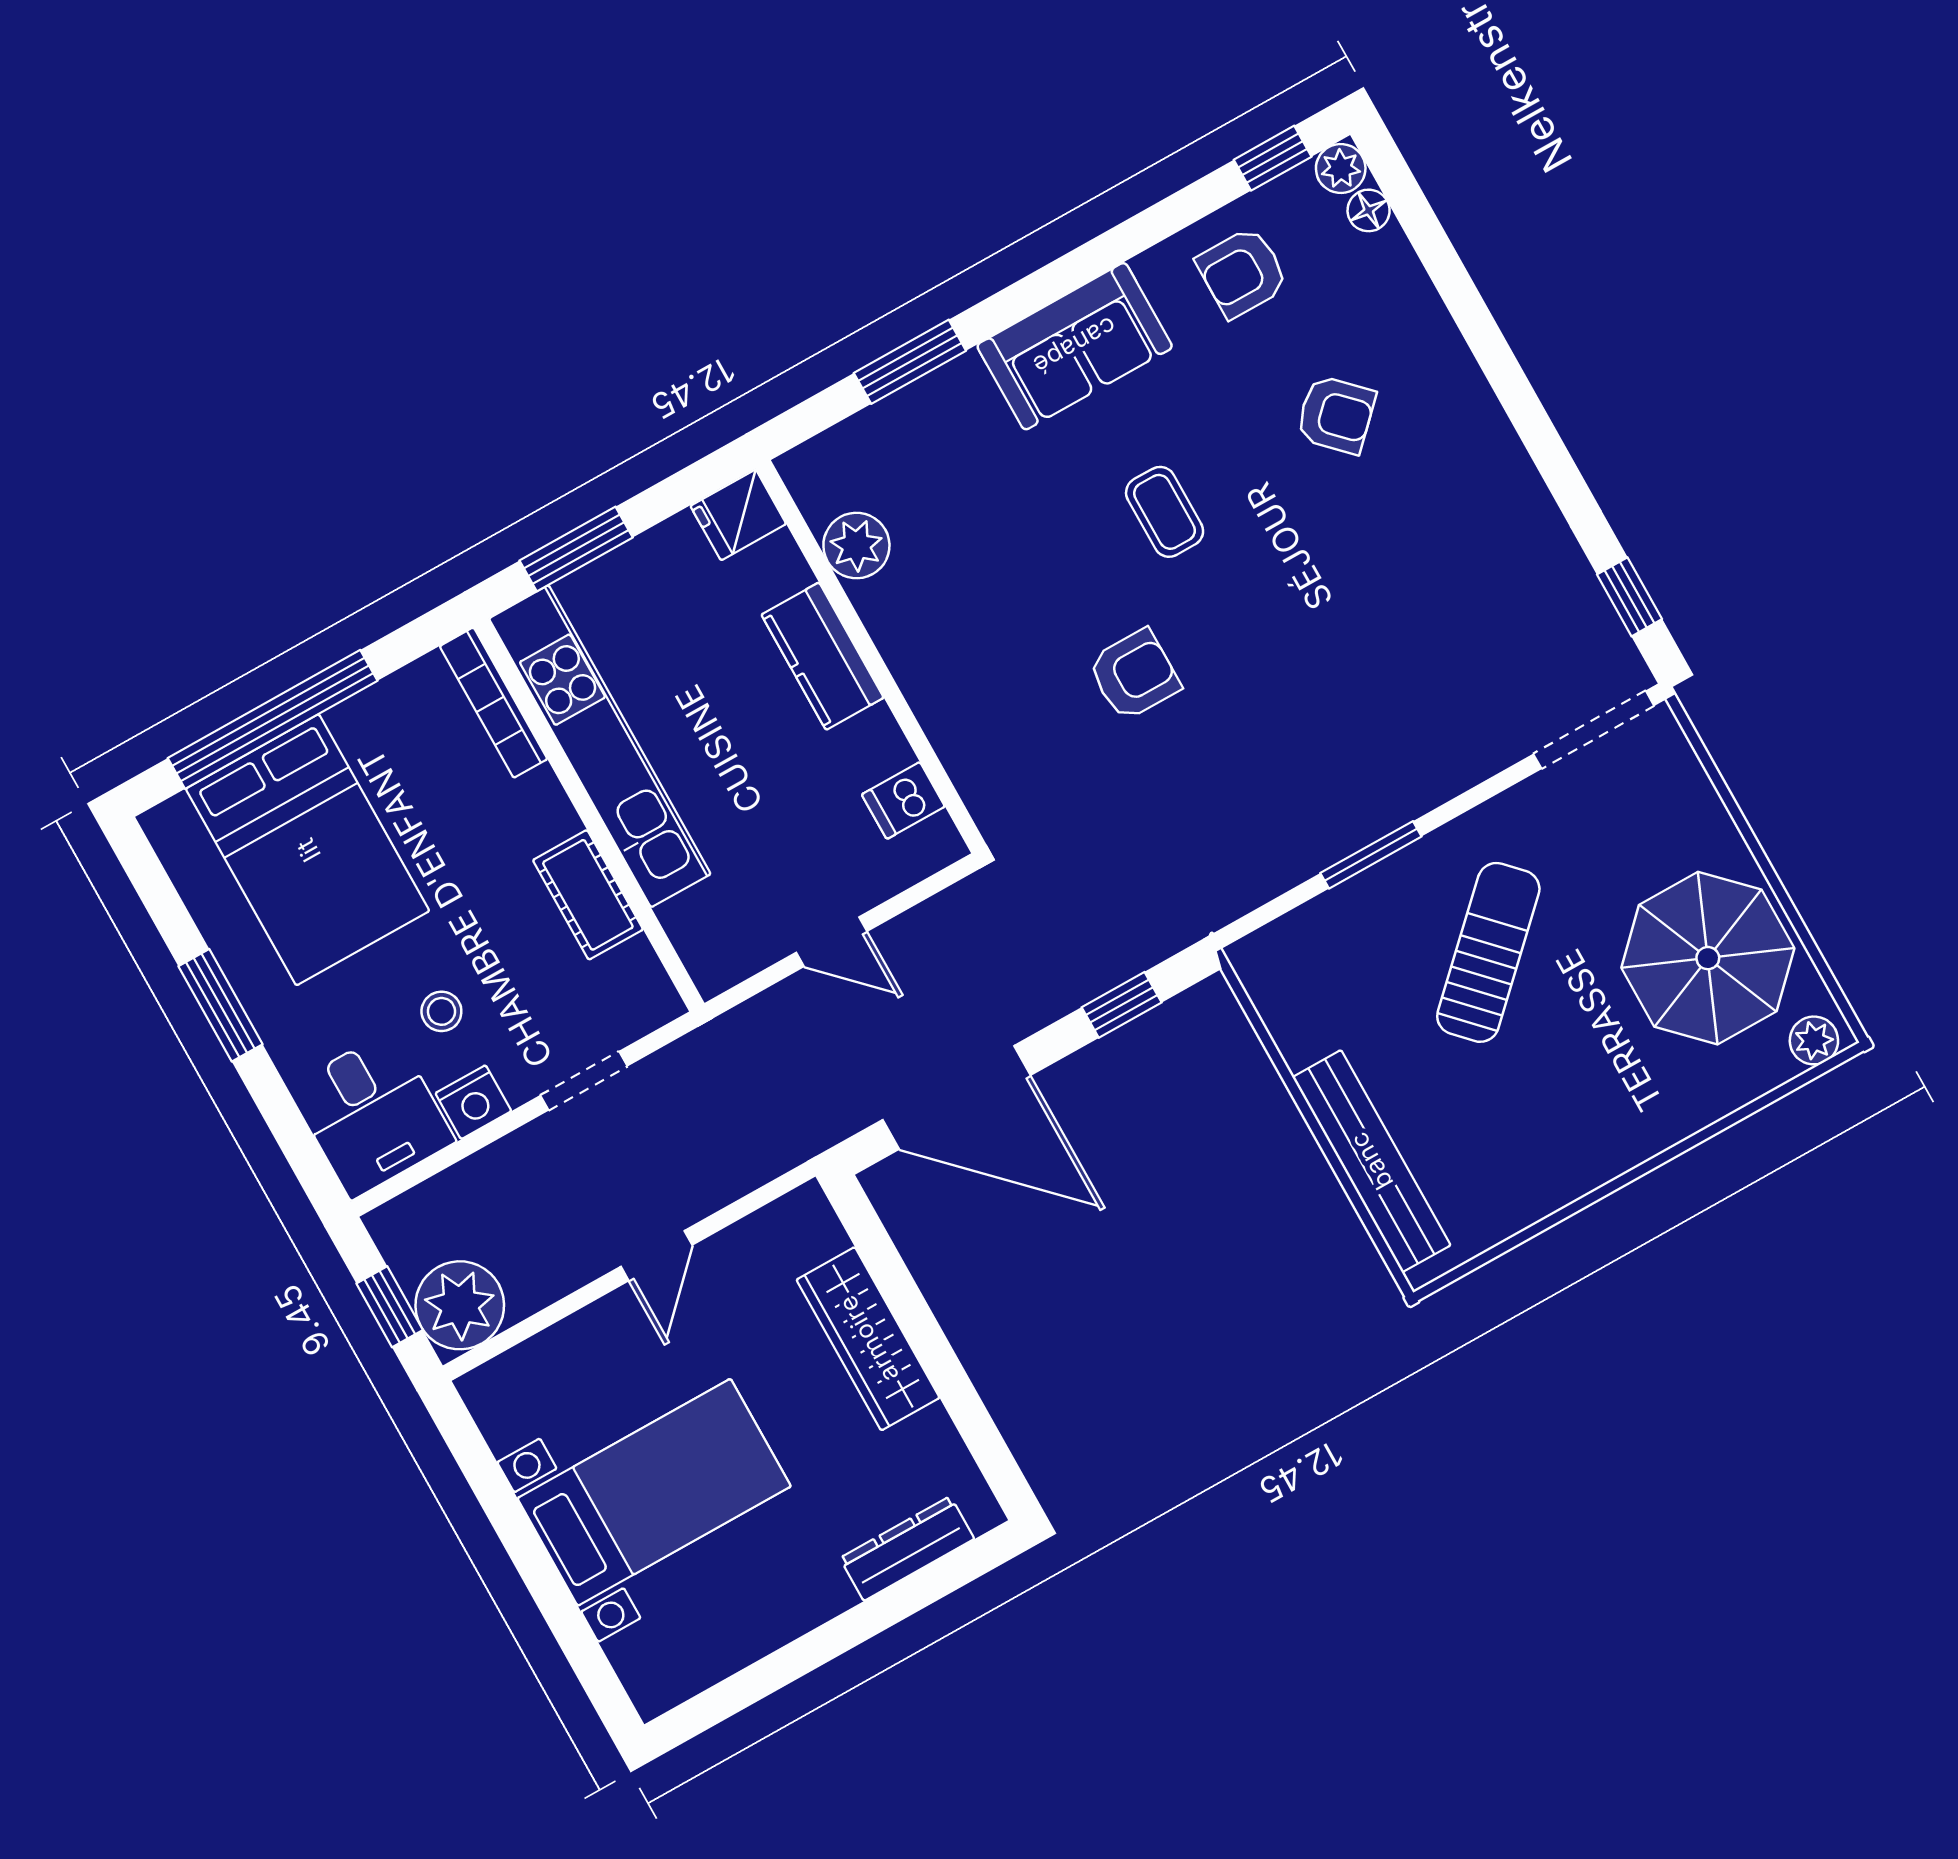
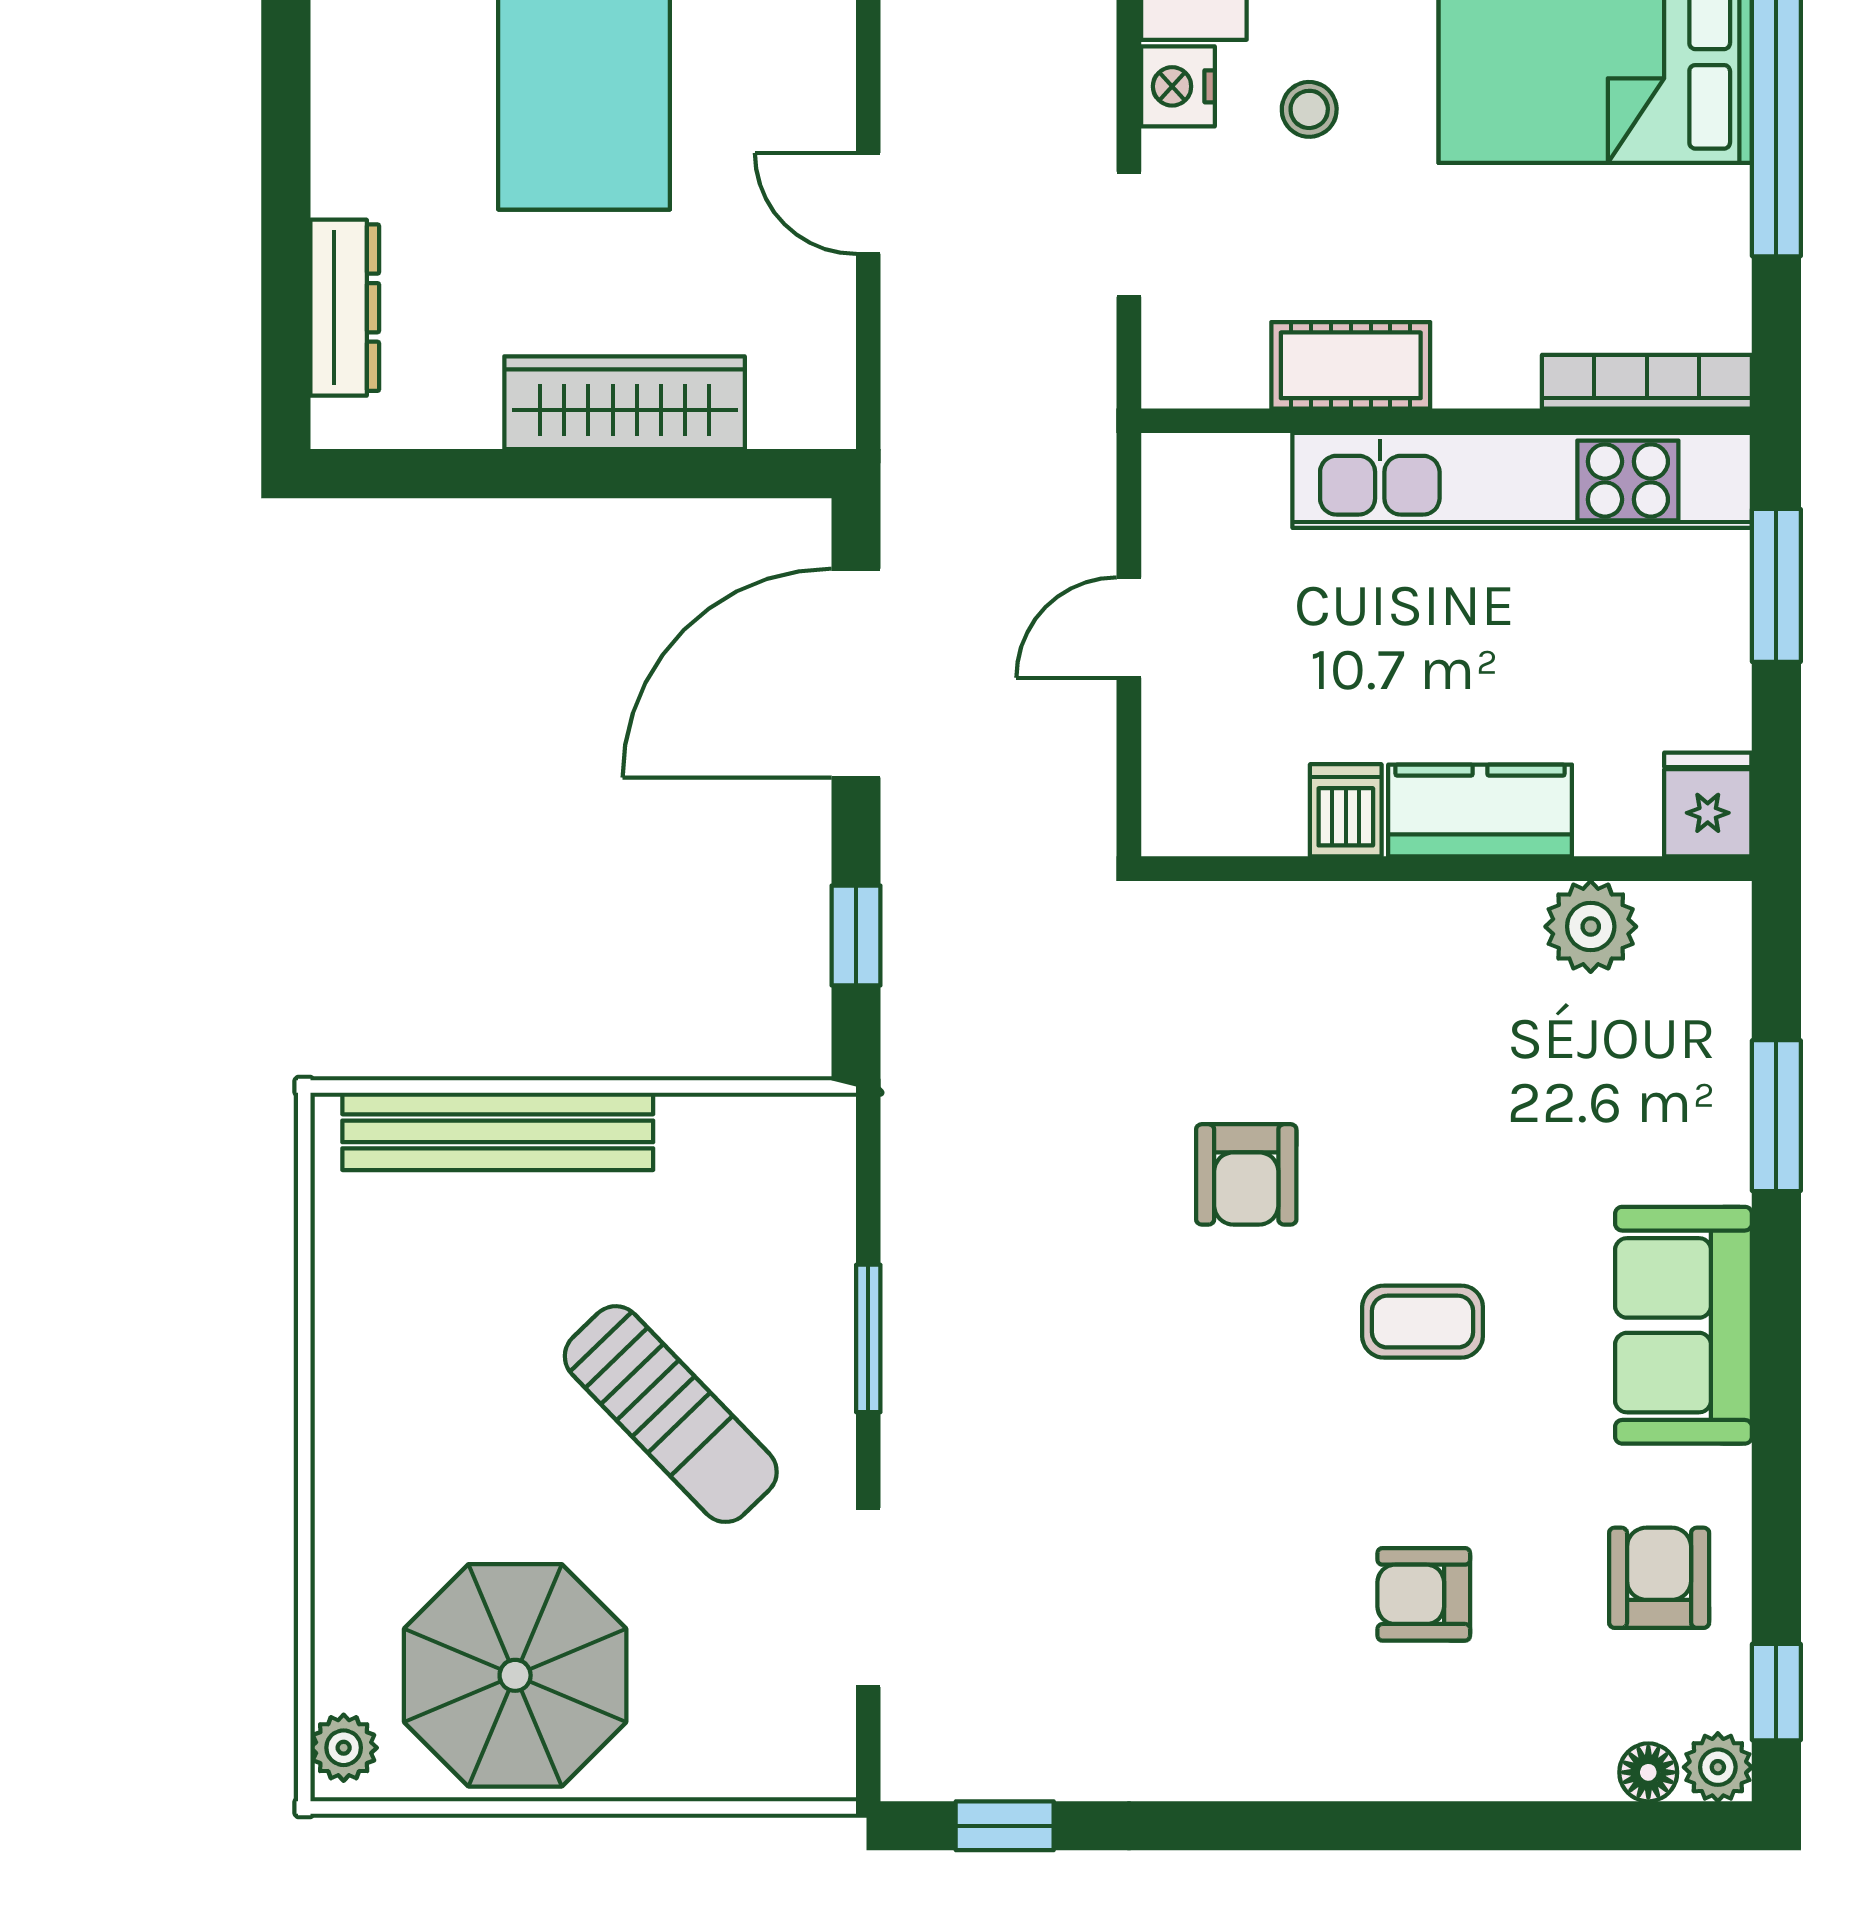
armchair: (1336, 415) -> (1424, 1594), turned 45
doorway: (1594, 730) -> (868, 1598), moved
dishwasher: (903, 800) -> (1346, 810), moved

